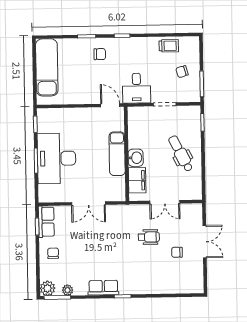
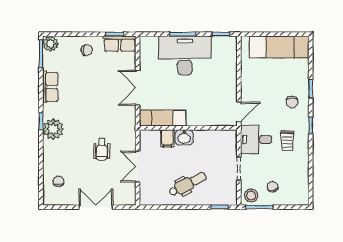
trolley: (169, 46) -> (287, 141), moved
stool: (191, 92) -> (251, 196), added
exam couch: (117, 154) -> (163, 118), moved
filing cabinet: (137, 180) -> (167, 138), width x0.50
double door: (205, 242) -> (96, 207), swing flipped
chair: (177, 252) -> (58, 181), moved
row of seats: (103, 288) -> (50, 87), moved
plant: (68, 290) -> (53, 129), moved, width x1.88, depth x1.88

